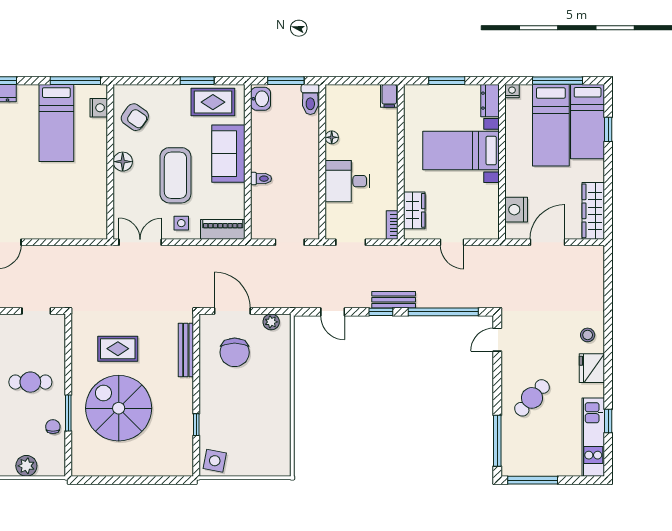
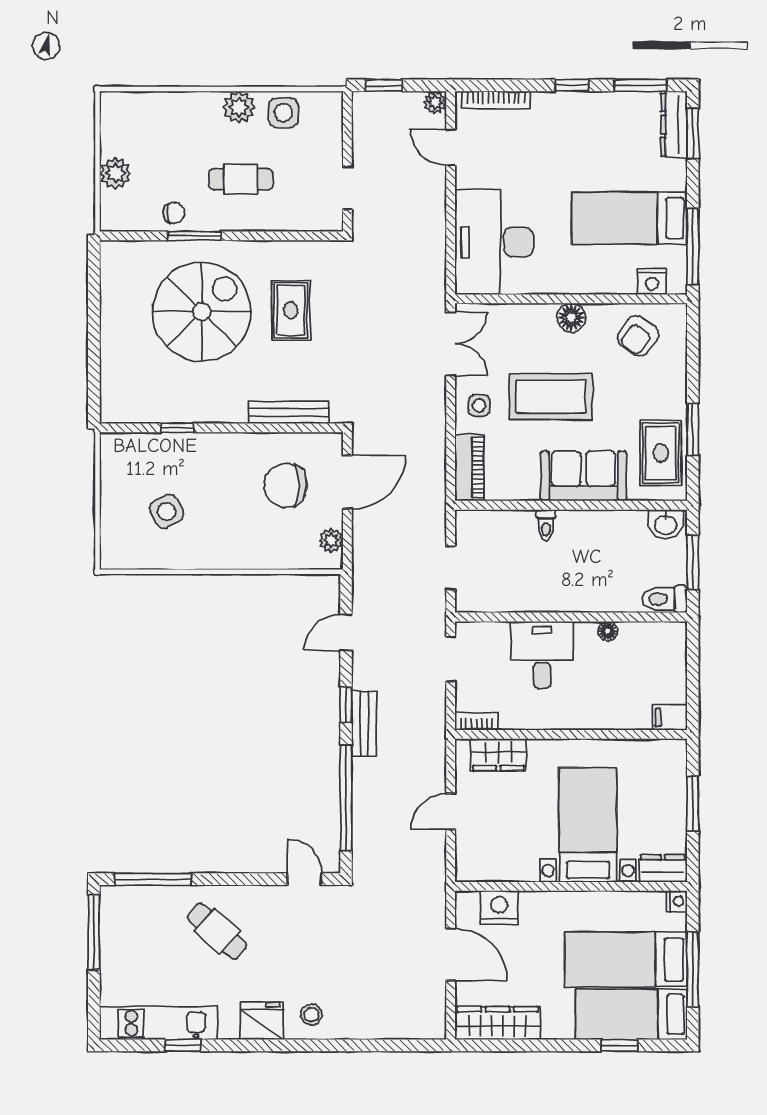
desk: (72, 213) -> (494, 242), added
cafe table: (30, 382) -> (241, 179), turned 90
side table: (215, 461) -> (167, 511), moved, turned -38

